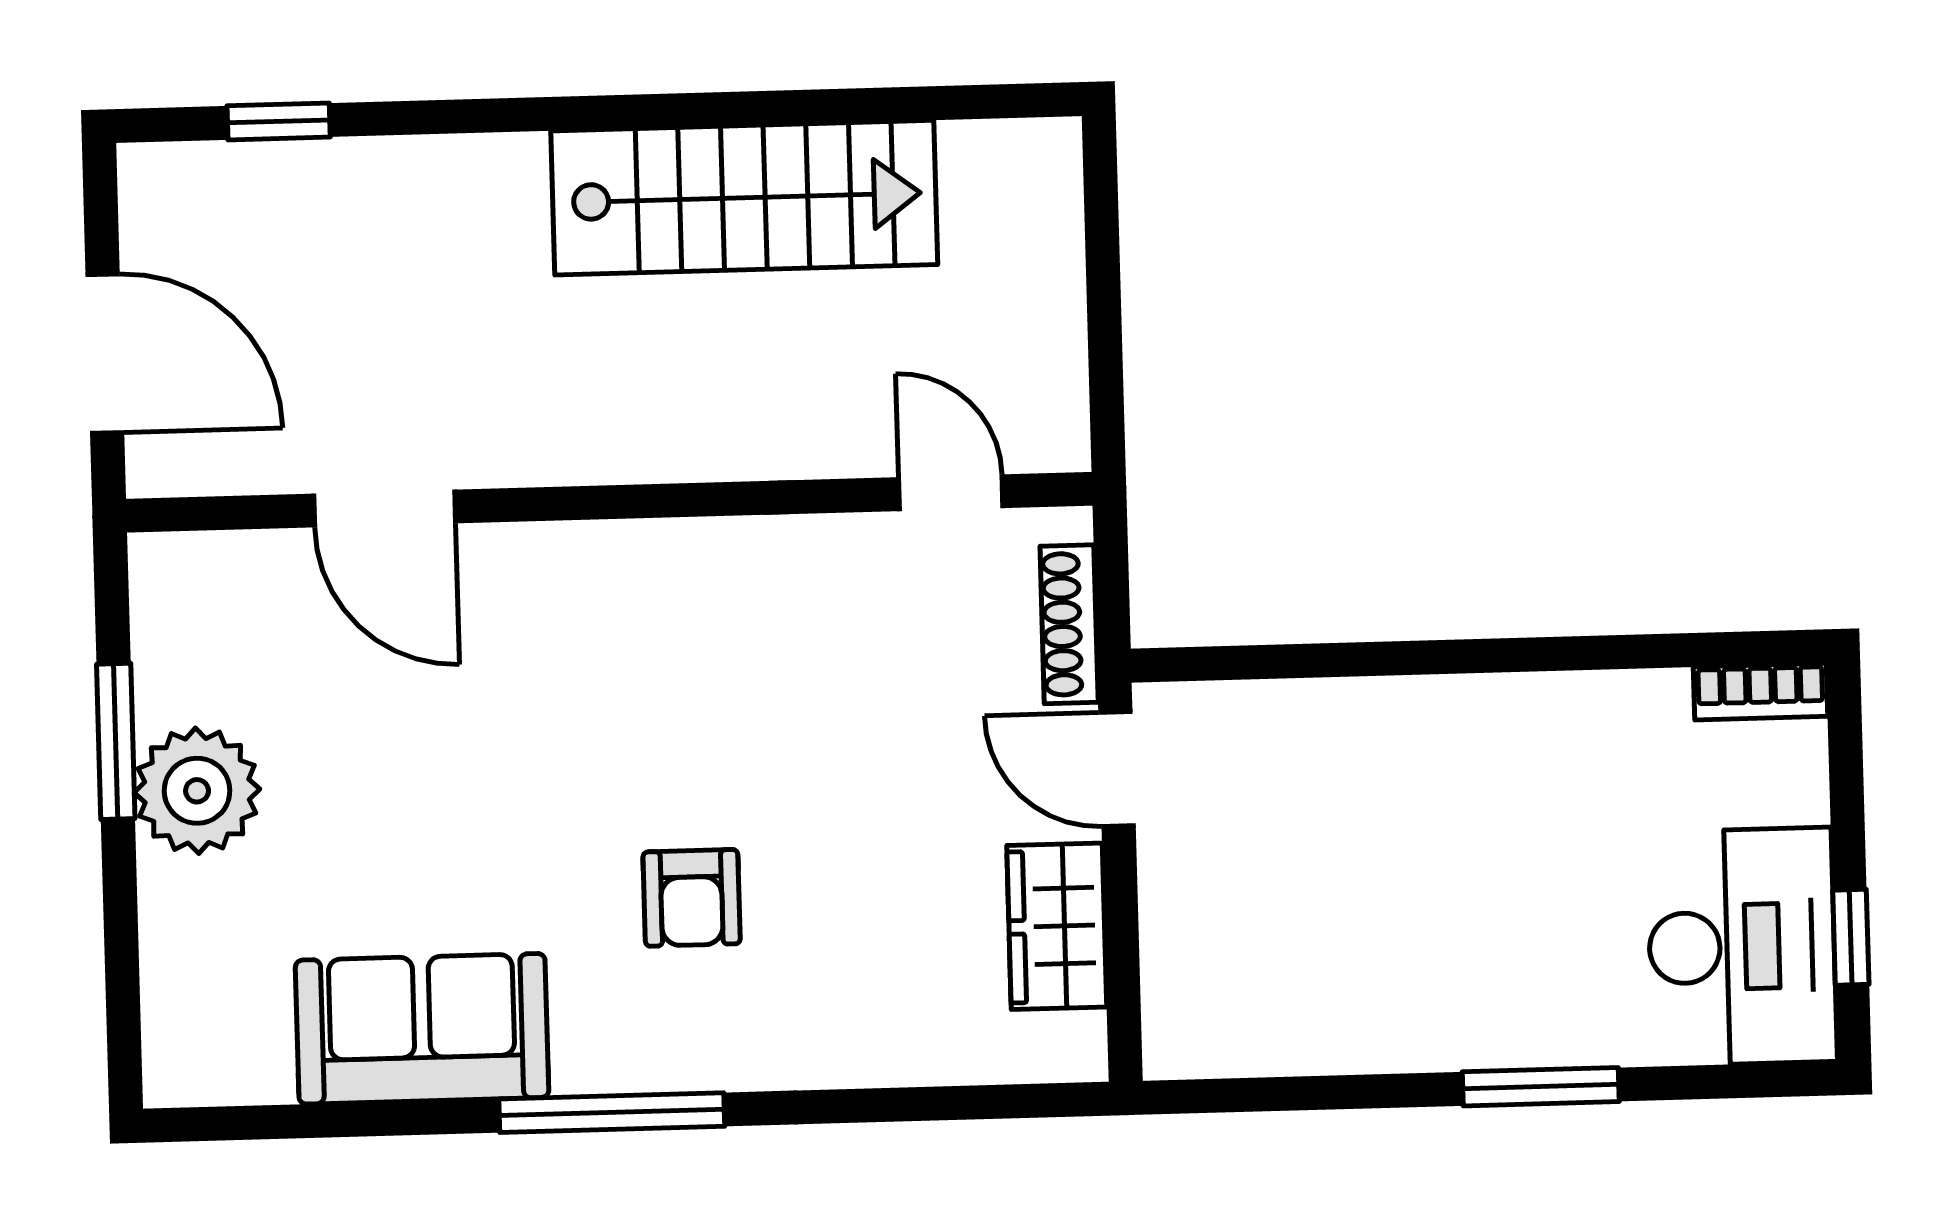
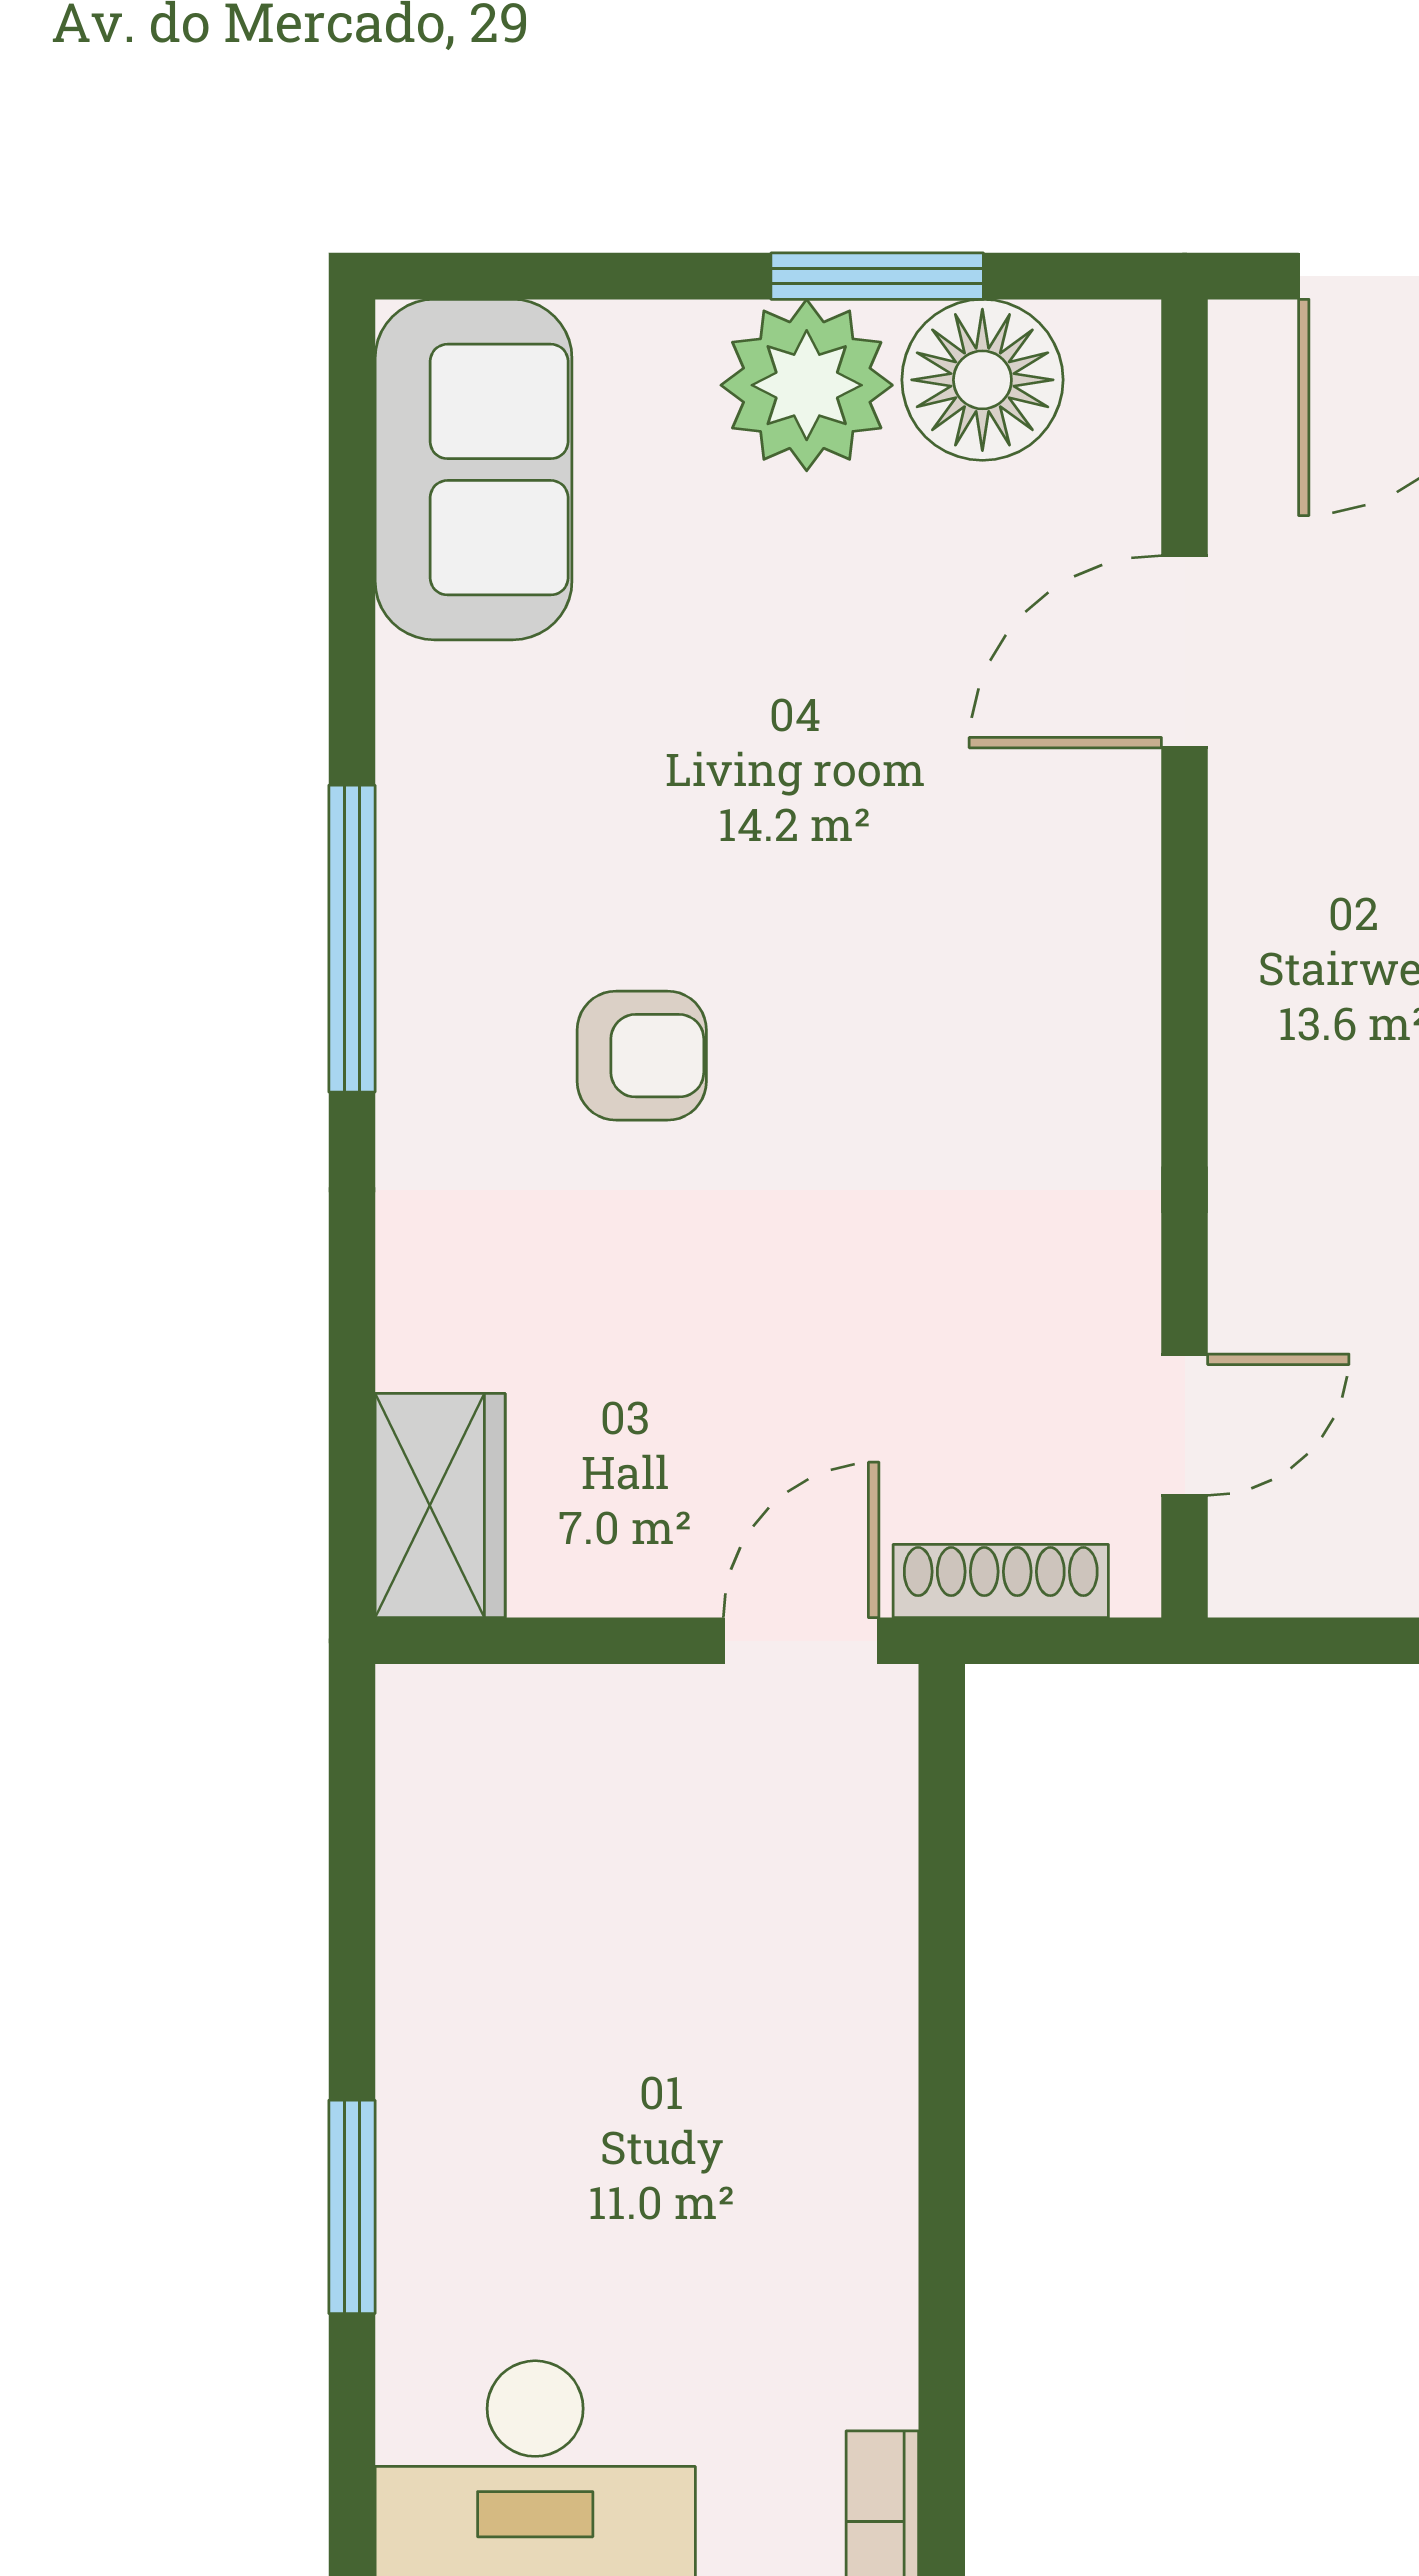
floor lamp: (190, 662) -> (982, 380), added
armchair: (692, 898) -> (642, 1056), turned 180
wardrobe: (1057, 926) -> (440, 1506), moved, turned 90
sofa: (422, 1029) -> (474, 470), moved

